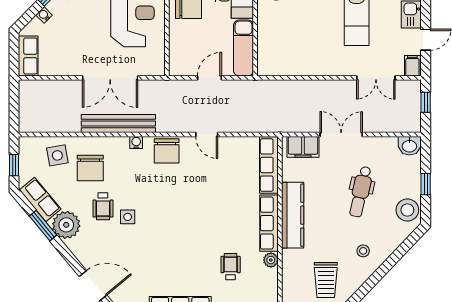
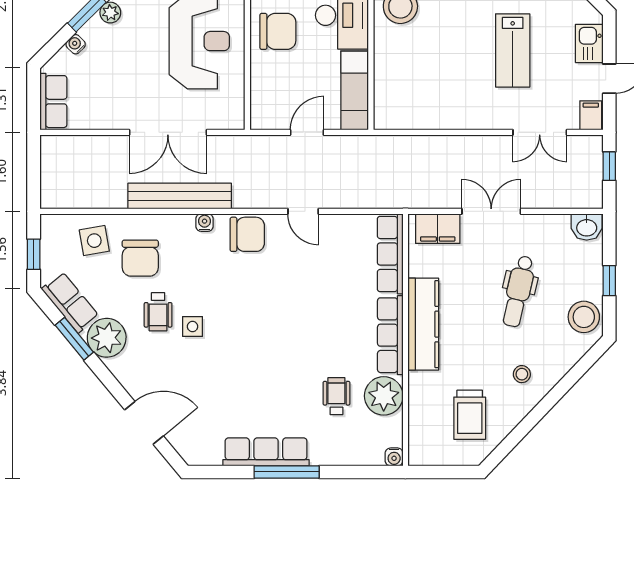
chair: (167, 151) -> (247, 234), turned -90
plant: (271, 260) -> (384, 396), width x1.88, depth x1.88

